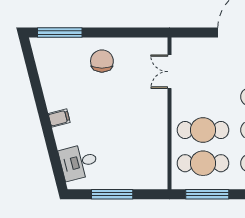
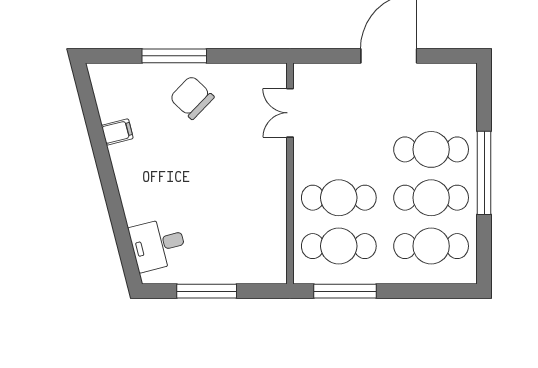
window: (60, 33) -> (174, 56), moved
chair: (102, 61) -> (192, 97), turned -46
filing cabinet: (59, 118) -> (117, 132), moved

